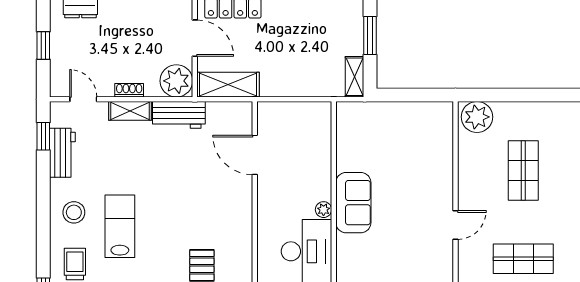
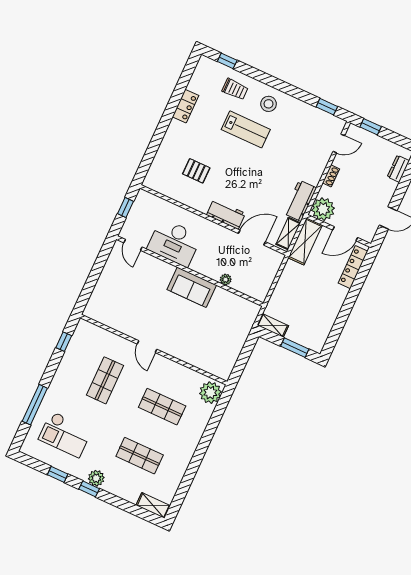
window: (43, 46) -> (371, 127), moved
shelving: (130, 111) -> (288, 234), moved
workbench: (62, 153) -> (226, 214), moved, turned 180
plant: (324, 210) -> (226, 280), moved

